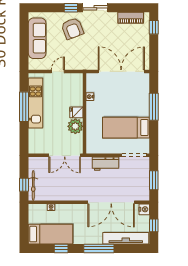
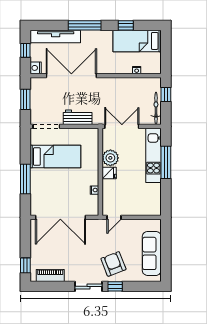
door: (58, 71) -> (114, 217), moved
kitchen unit: (36, 103) -> (153, 155), moved
window: (24, 107) -> (166, 162), moved
bicycle: (33, 186) -> (156, 108), moved

